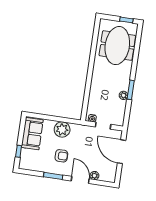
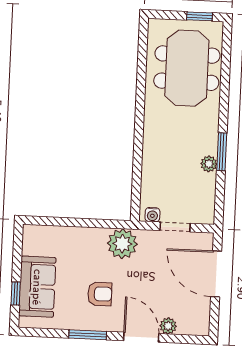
plant: (62, 129) -> (122, 244), moved
sofa: (32, 134) -> (37, 287), moved

